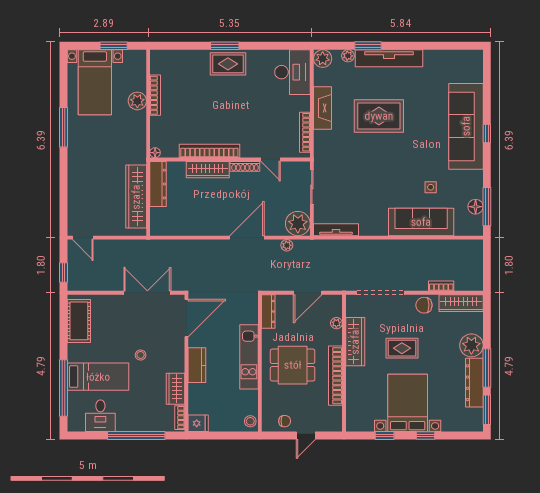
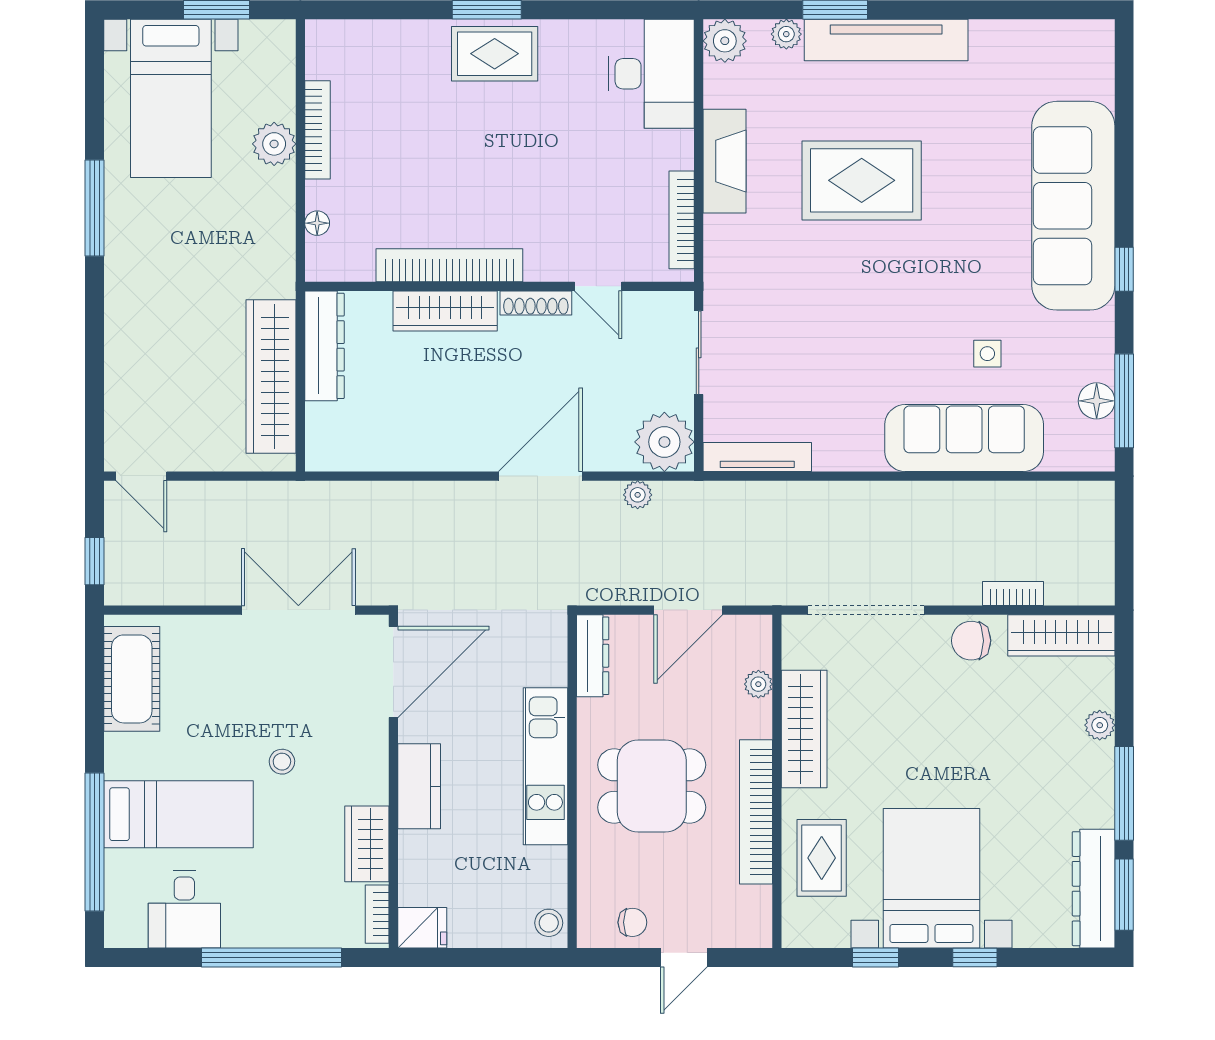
window: (487, 134) -> (1124, 269), moved
floor lamp: (155, 153) -> (317, 223), moved
plant: (471, 345) -> (1100, 725), width x0.53, depth x0.53
rug: (402, 348) -> (822, 858), moved, turned 90
dresser: (474, 383) -> (1094, 889), moved

